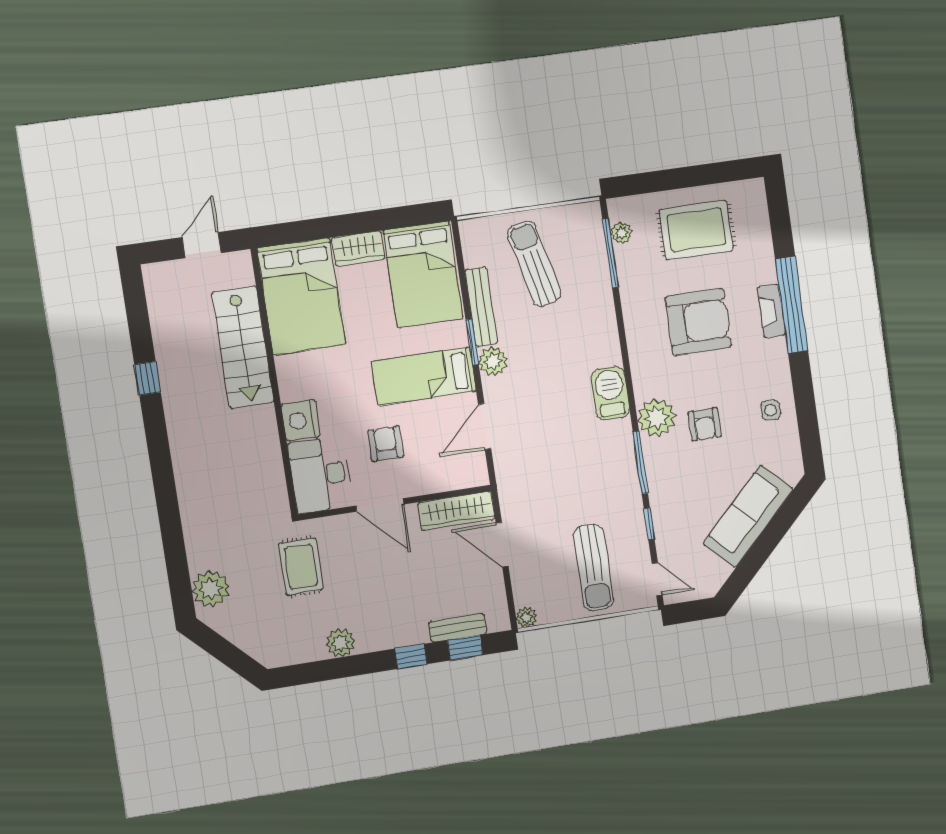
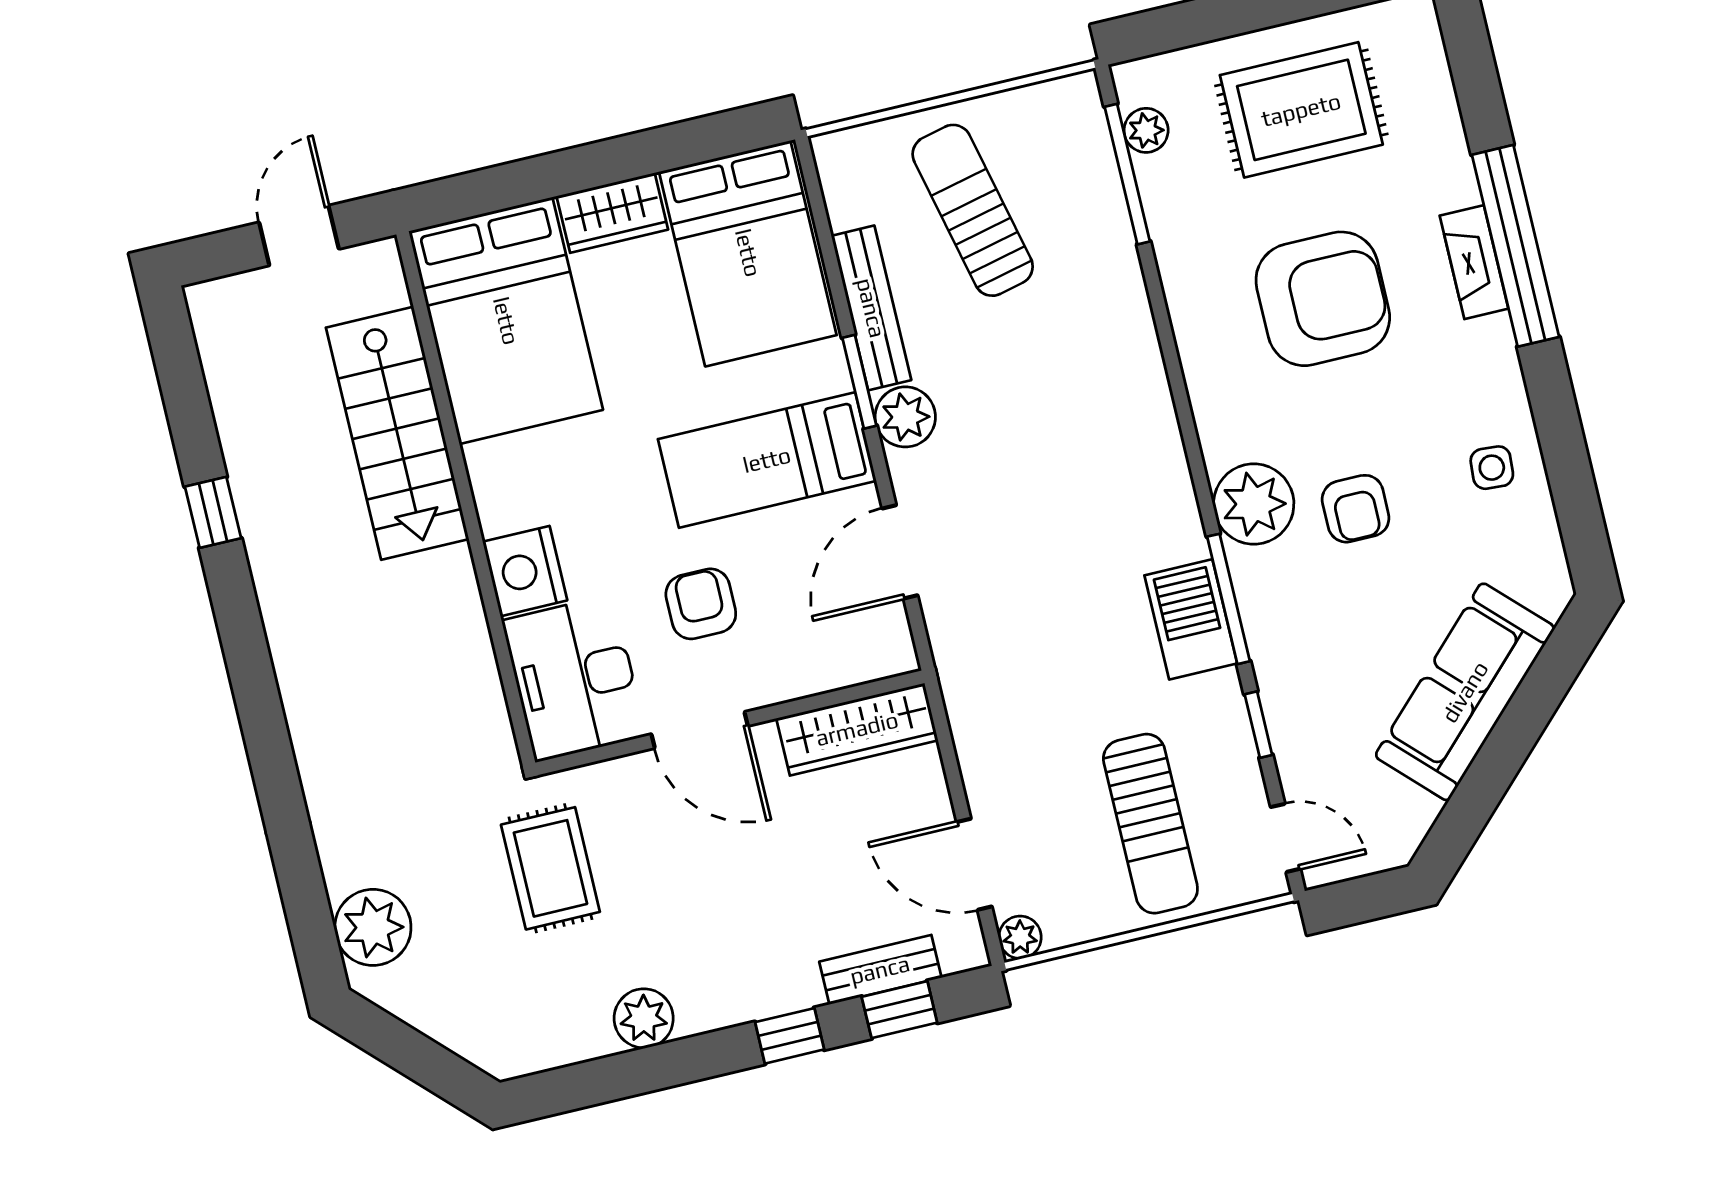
barbecue: (610, 393) -> (1191, 619), moved
door: (502, 545) -> (974, 864), moved

